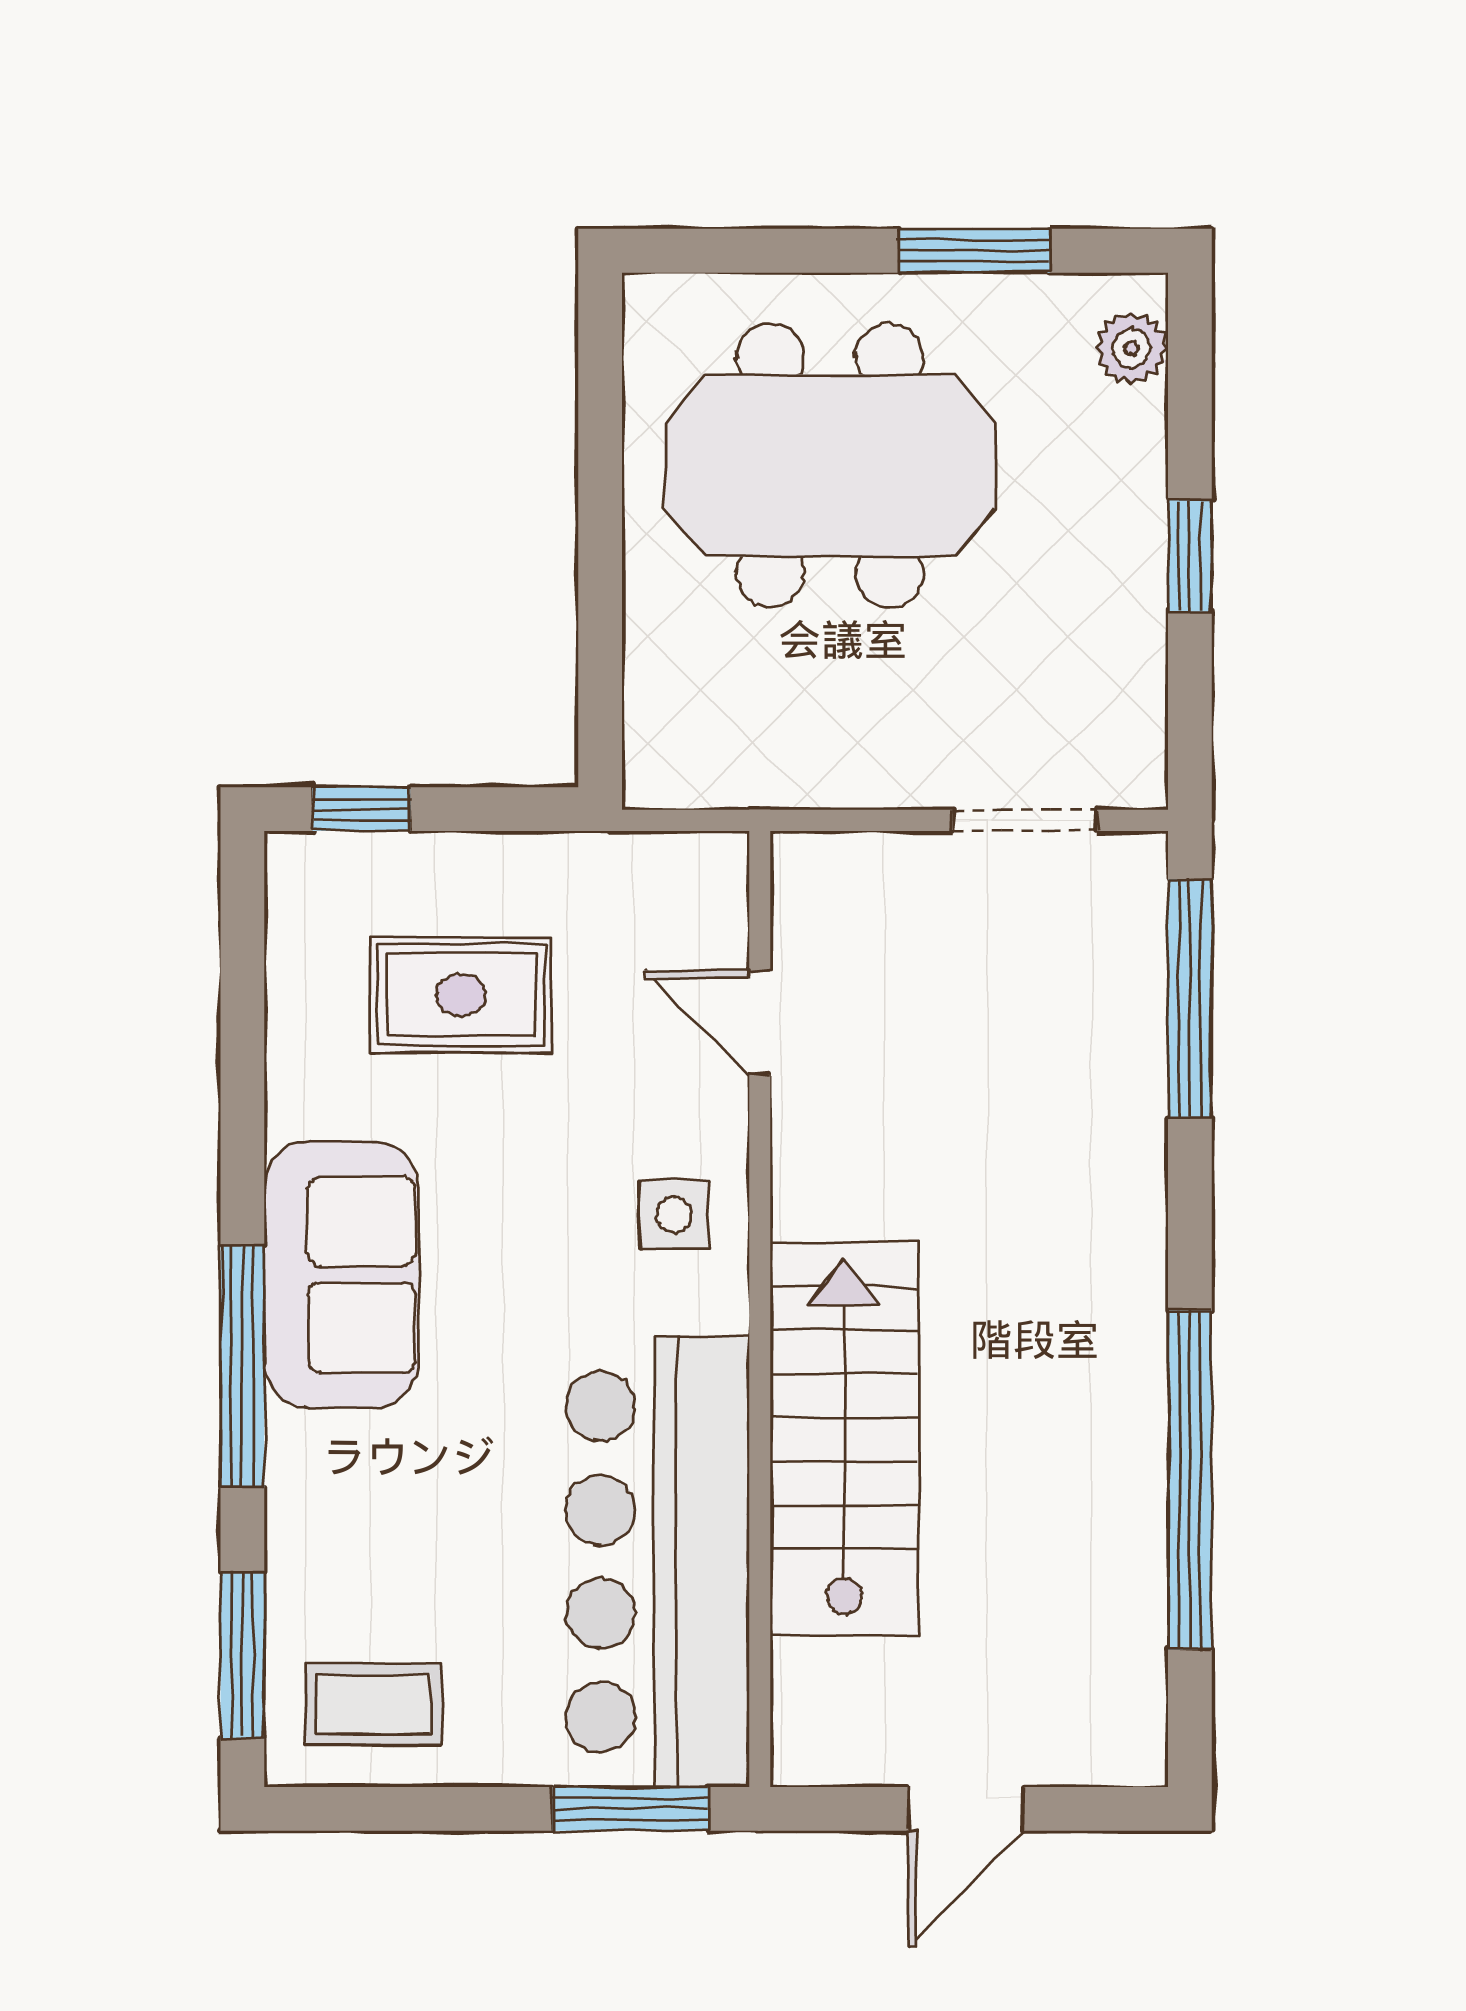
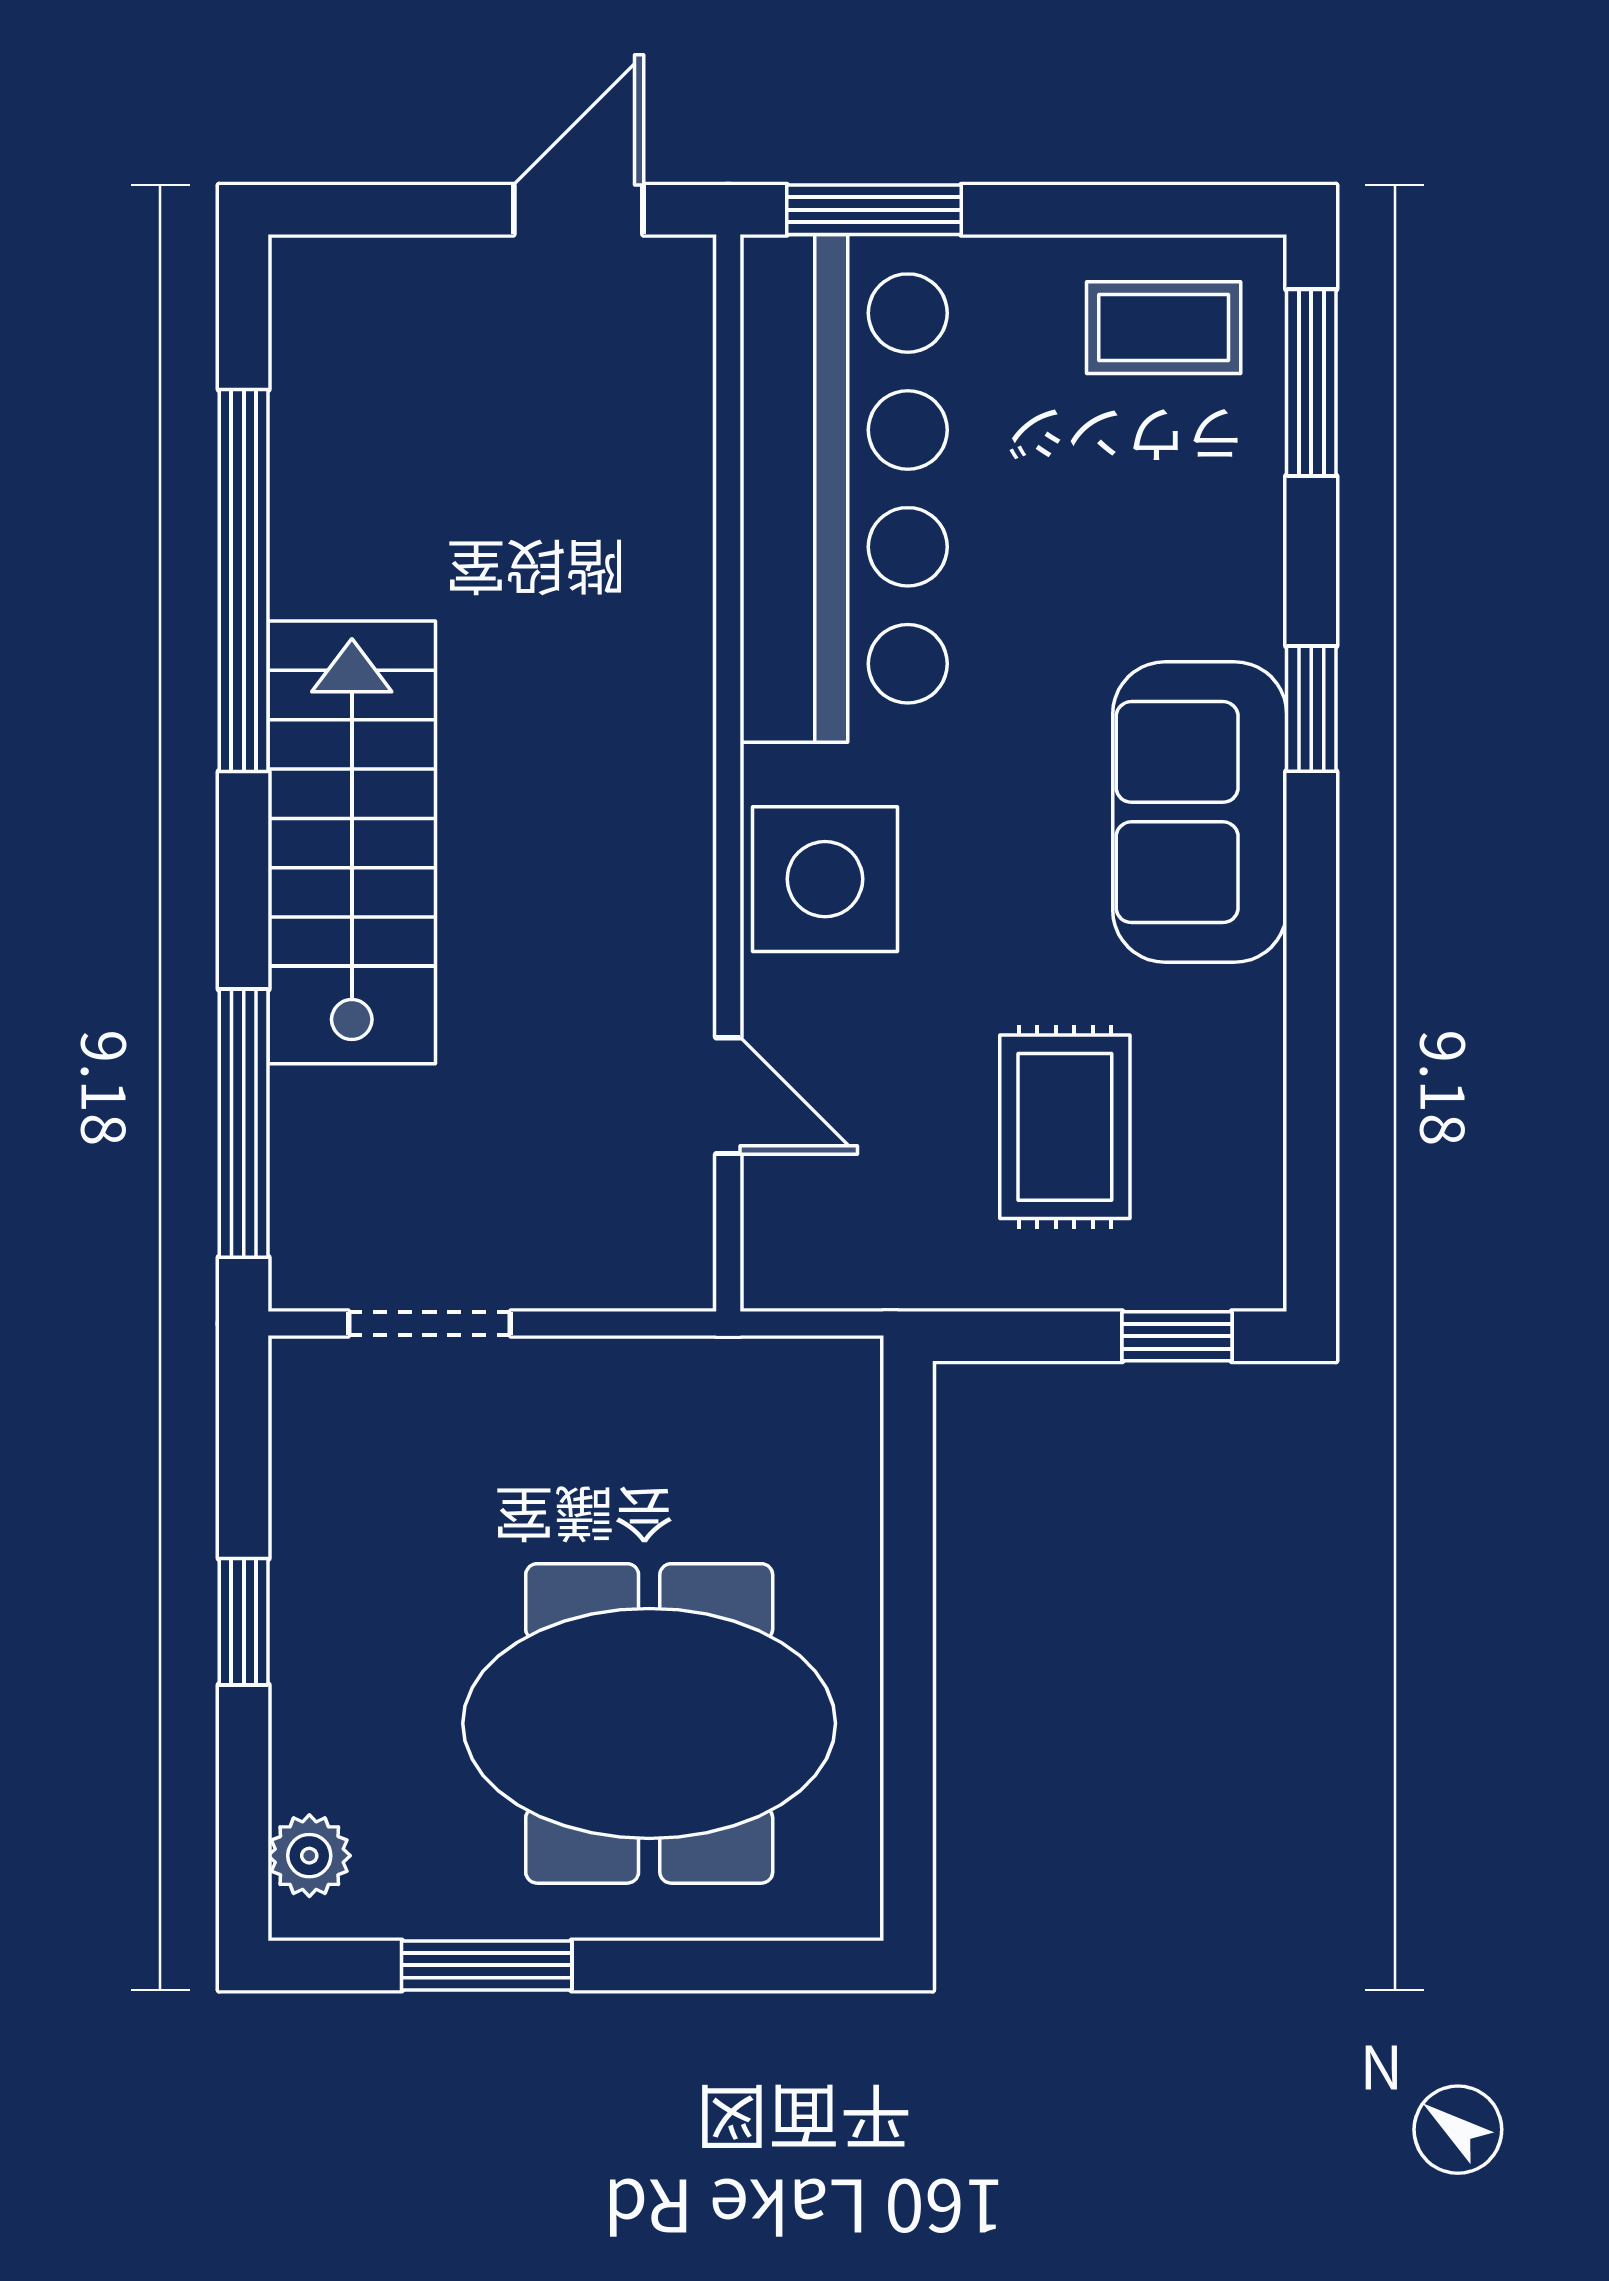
rug: (461, 995) -> (1065, 1127), turned 90
side table: (674, 1215) -> (825, 879), width x1.87, depth x1.87
window: (242, 1366) -> (1311, 709), width x0.46
stairs: (844, 1439) -> (352, 842), moved, turned 180
door: (966, 1809) -> (578, 210), moved

